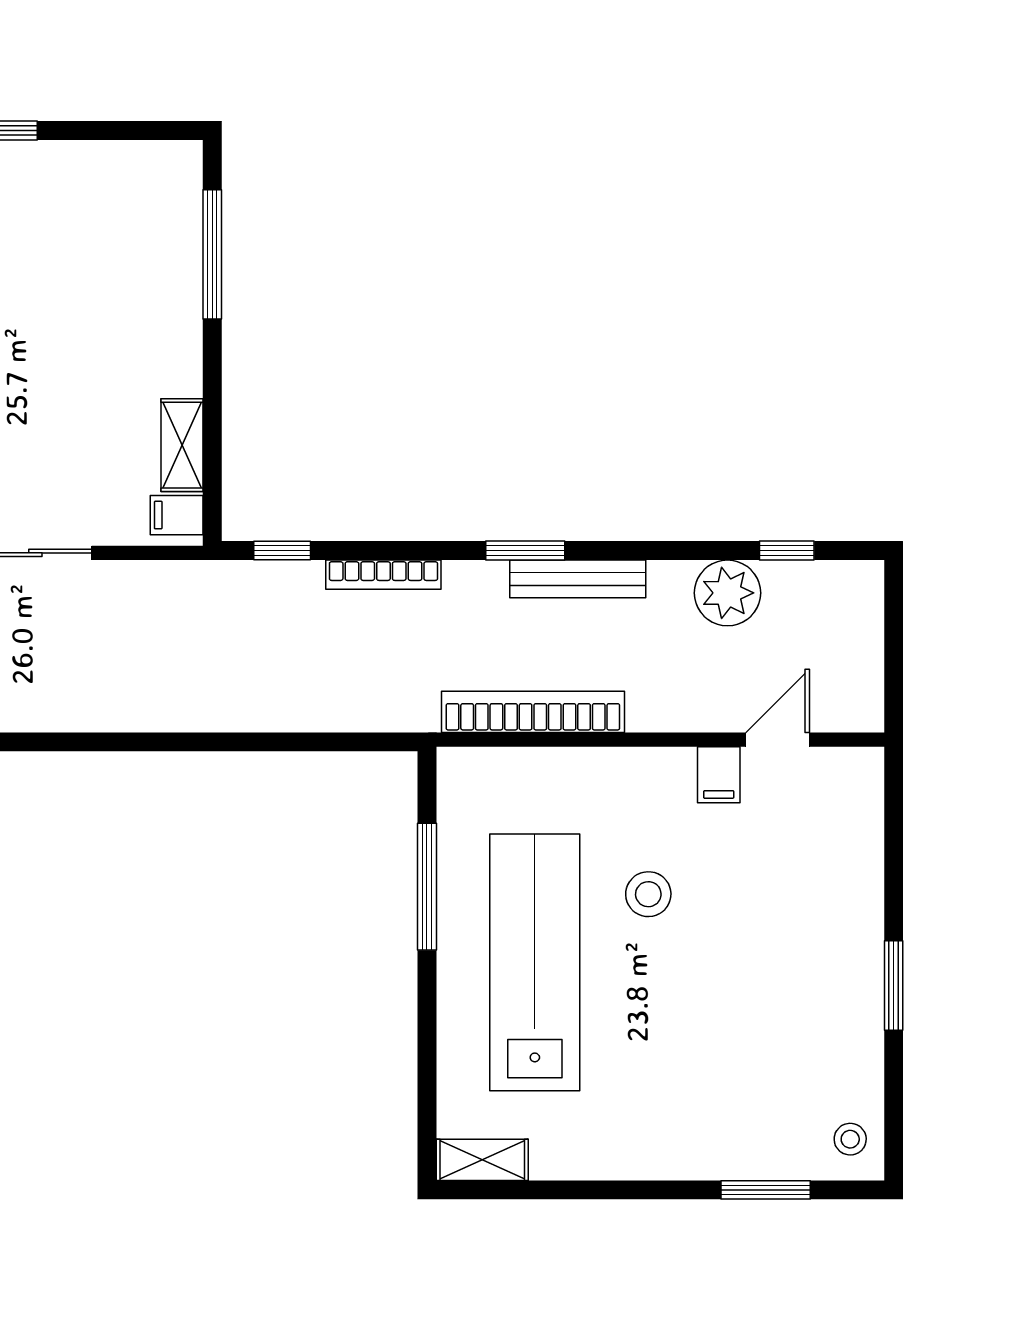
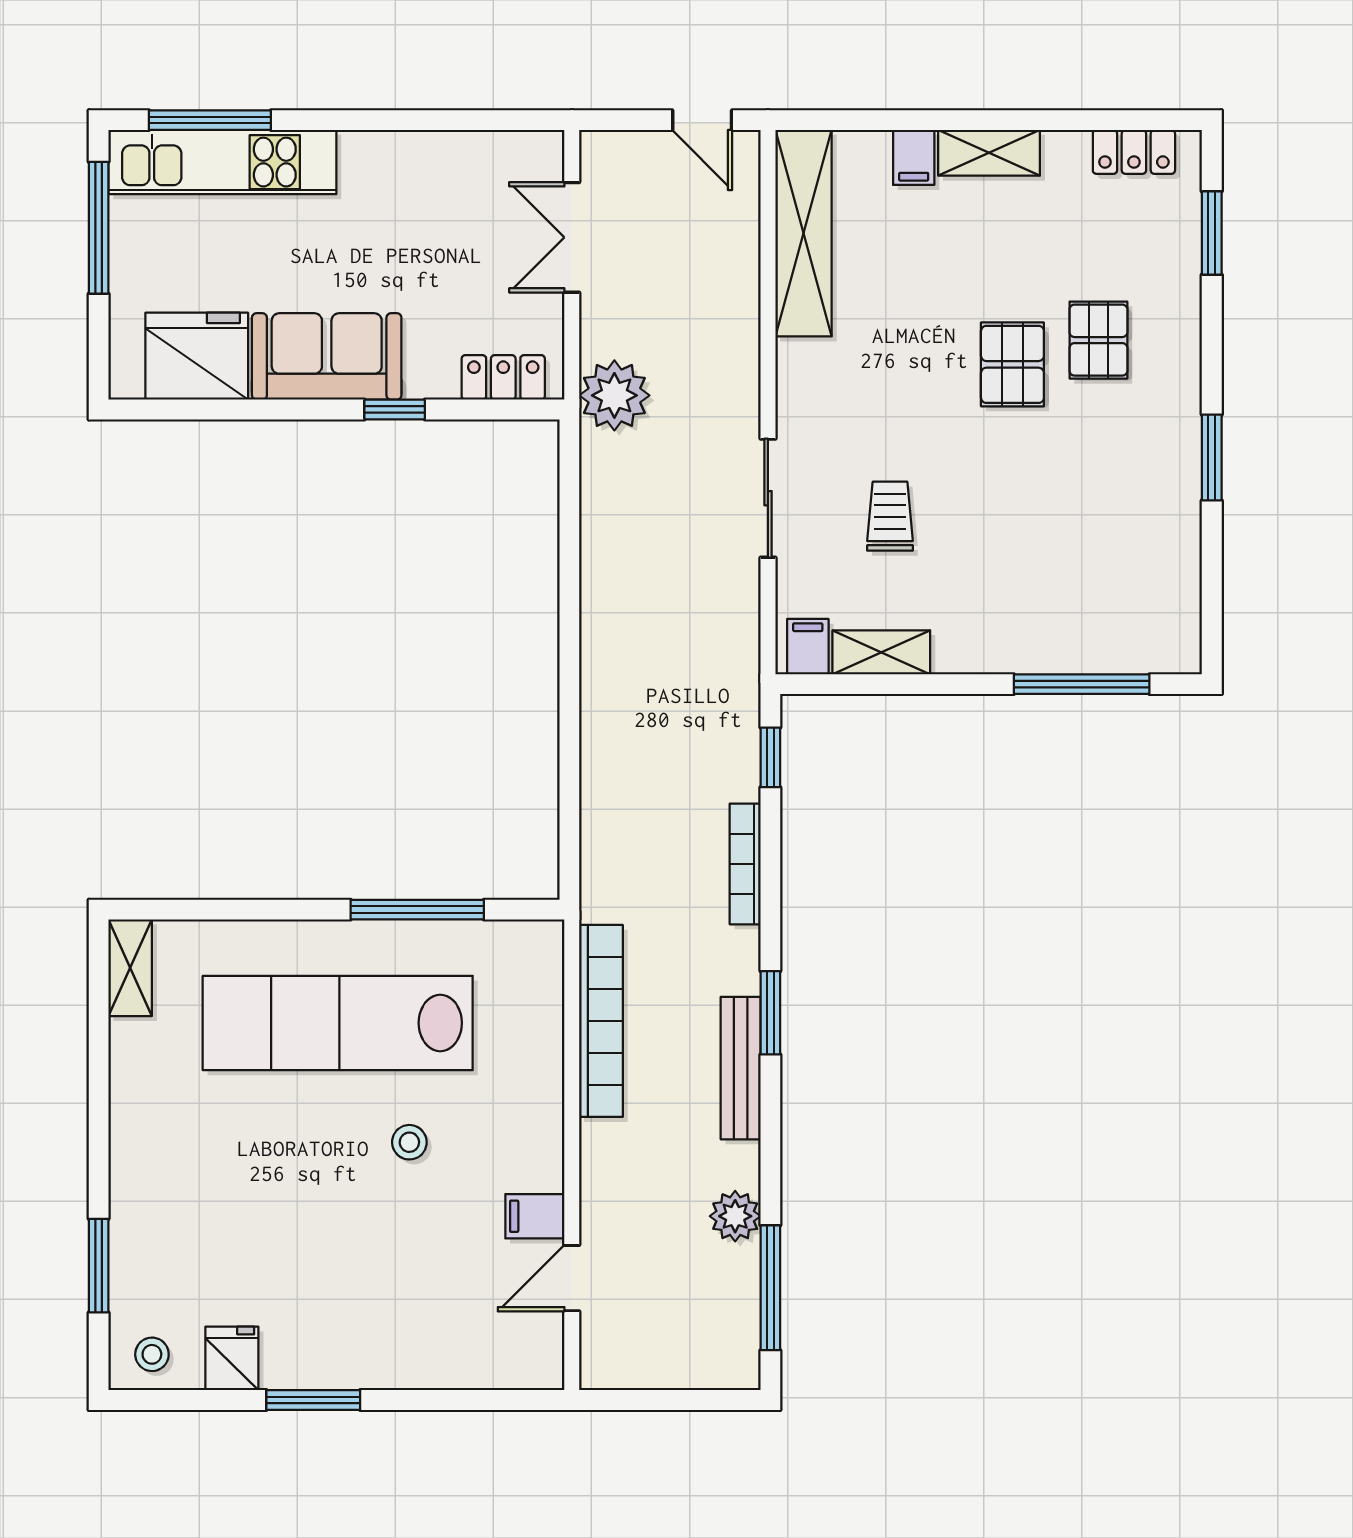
trolley: (53, 437) -> (890, 516), added
window: (787, 551) -> (770, 1288), width x2.17
plant: (727, 593) -> (735, 1216), width x0.73, depth x0.73
door: (778, 740) -> (572, 1278), swing flipped
stool: (648, 894) -> (409, 1142), width x0.73, depth x0.73
lab bench: (535, 962) -> (338, 1023), turned 180
fridge: (854, 1063) -> (232, 1358), added

